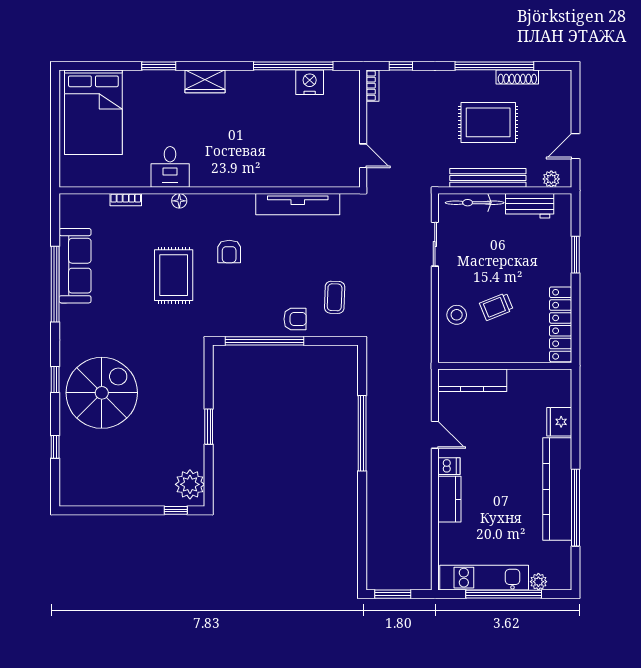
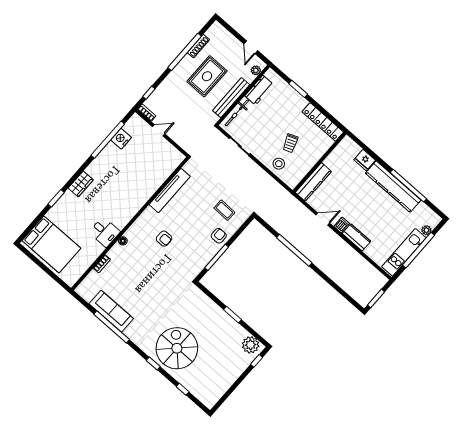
door: (363, 156) -> (159, 130), moved
rug: (174, 275) -> (153, 272), removed
window: (265, 341) -> (217, 257), width x0.68

